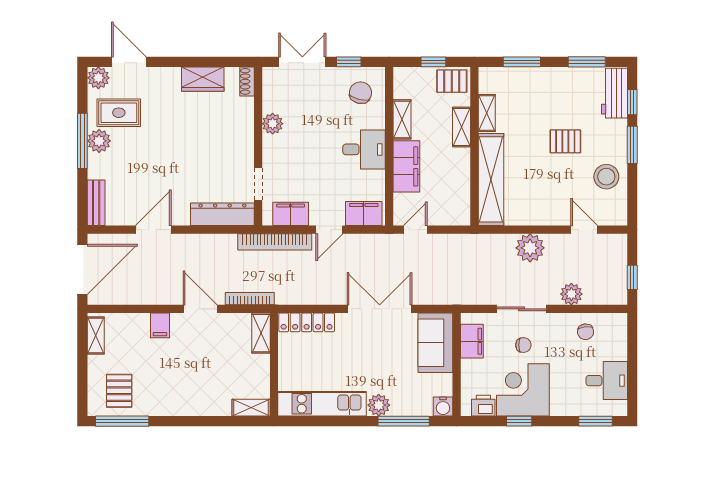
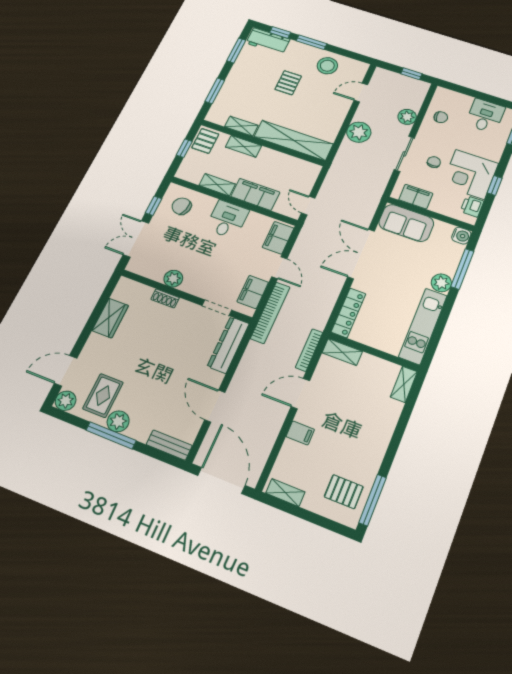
shoe rack: (247, 81) -> (165, 298), moved

